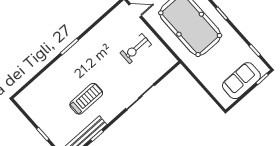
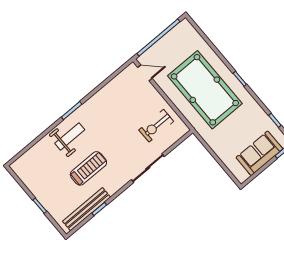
exercise bike: (136, 49) -> (156, 126), moved
weight bench: (68, 70) -> (70, 136), added

